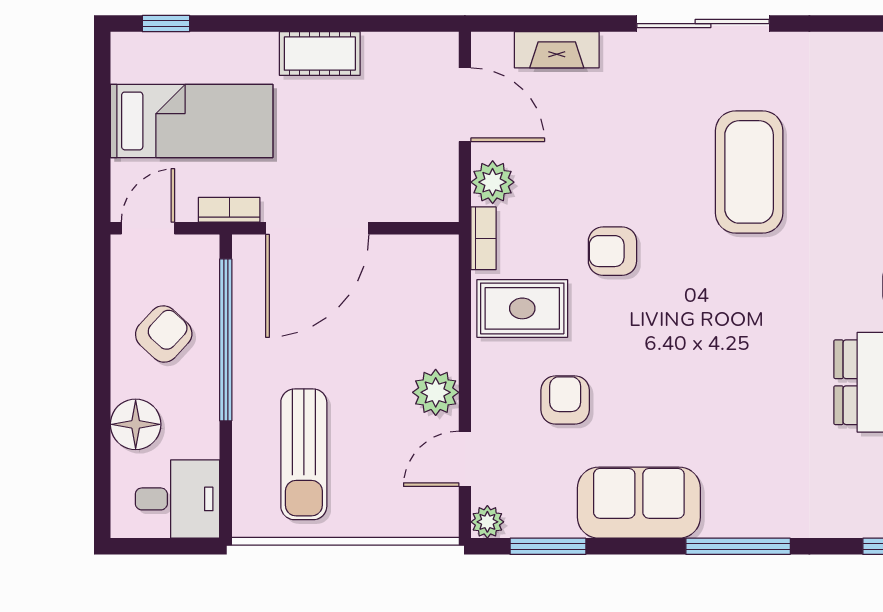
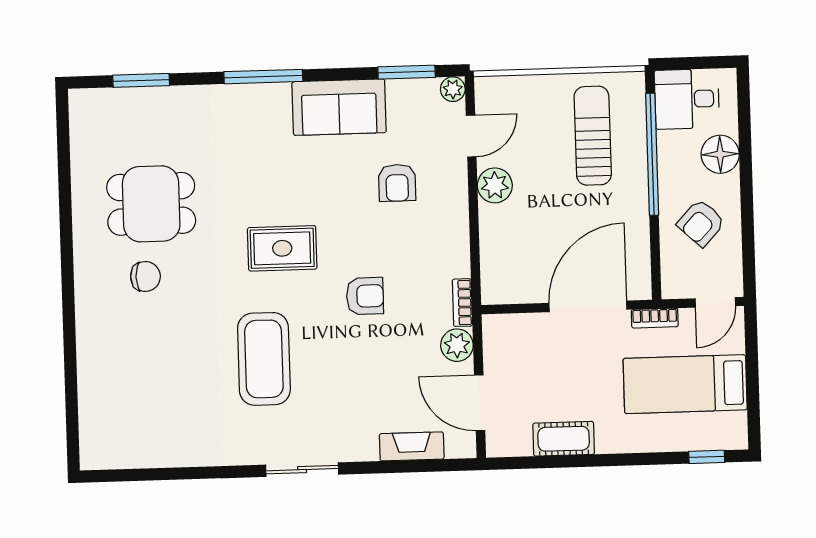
sliding door: (703, 24) -> (302, 470), width x0.73
cot: (320, 54) -> (564, 439), moved
rug: (522, 308) -> (282, 248), moved
window: (226, 340) -> (652, 154), moved

